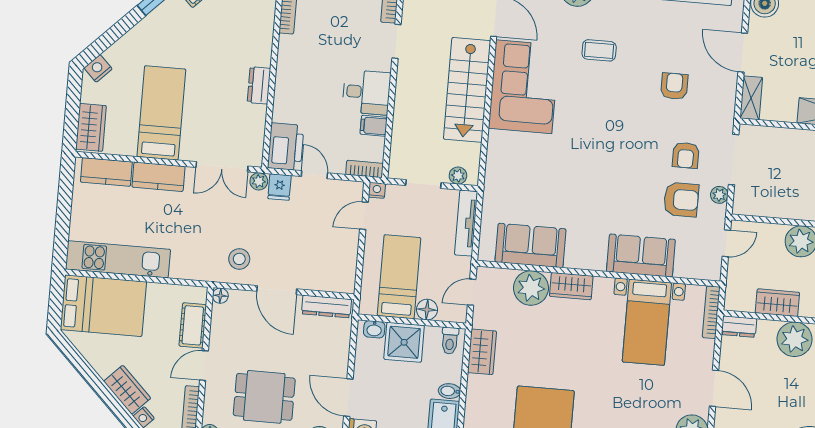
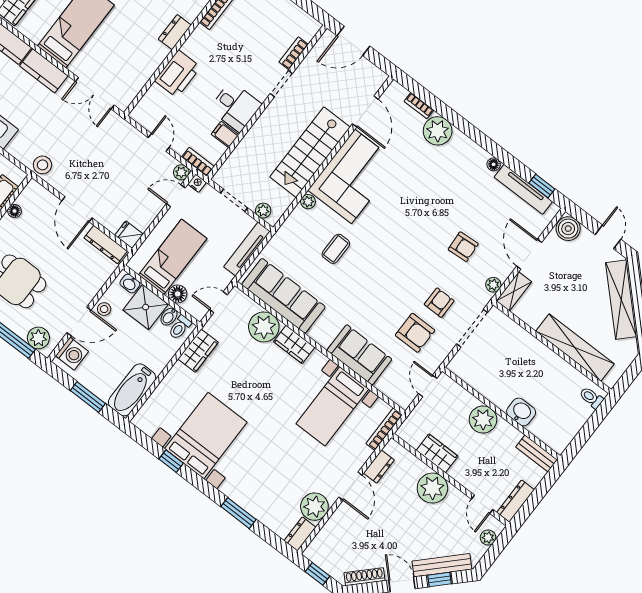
coffee table: (599, 50) -> (336, 249), moved, turned 90
dresser: (259, 85) -> (175, 32), moved
armchair: (674, 86) -> (463, 247), turned 86
plant: (496, 139) -> (308, 202), added
printer: (286, 147) -> (178, 74), moved
armchair: (686, 155) -> (439, 303), turned 180
plant: (259, 181) -> (181, 172), moved
fridge: (279, 187) -> (129, 235), moved, turned 90
plant: (719, 195) -> (493, 285), moved
door: (726, 243) -> (428, 386), swing flipped
sofa: (531, 245) -> (283, 296), width x1.36
stool: (239, 259) -> (42, 165), moved
floor lamp: (220, 296) -> (14, 211), moved
dresser: (739, 327) -> (379, 467), moved, turned -90
stool: (365, 370) -> (104, 309), added
bidet: (449, 391) -> (169, 317), moved, turned -90
door: (348, 398) -> (79, 321), swing flipped

